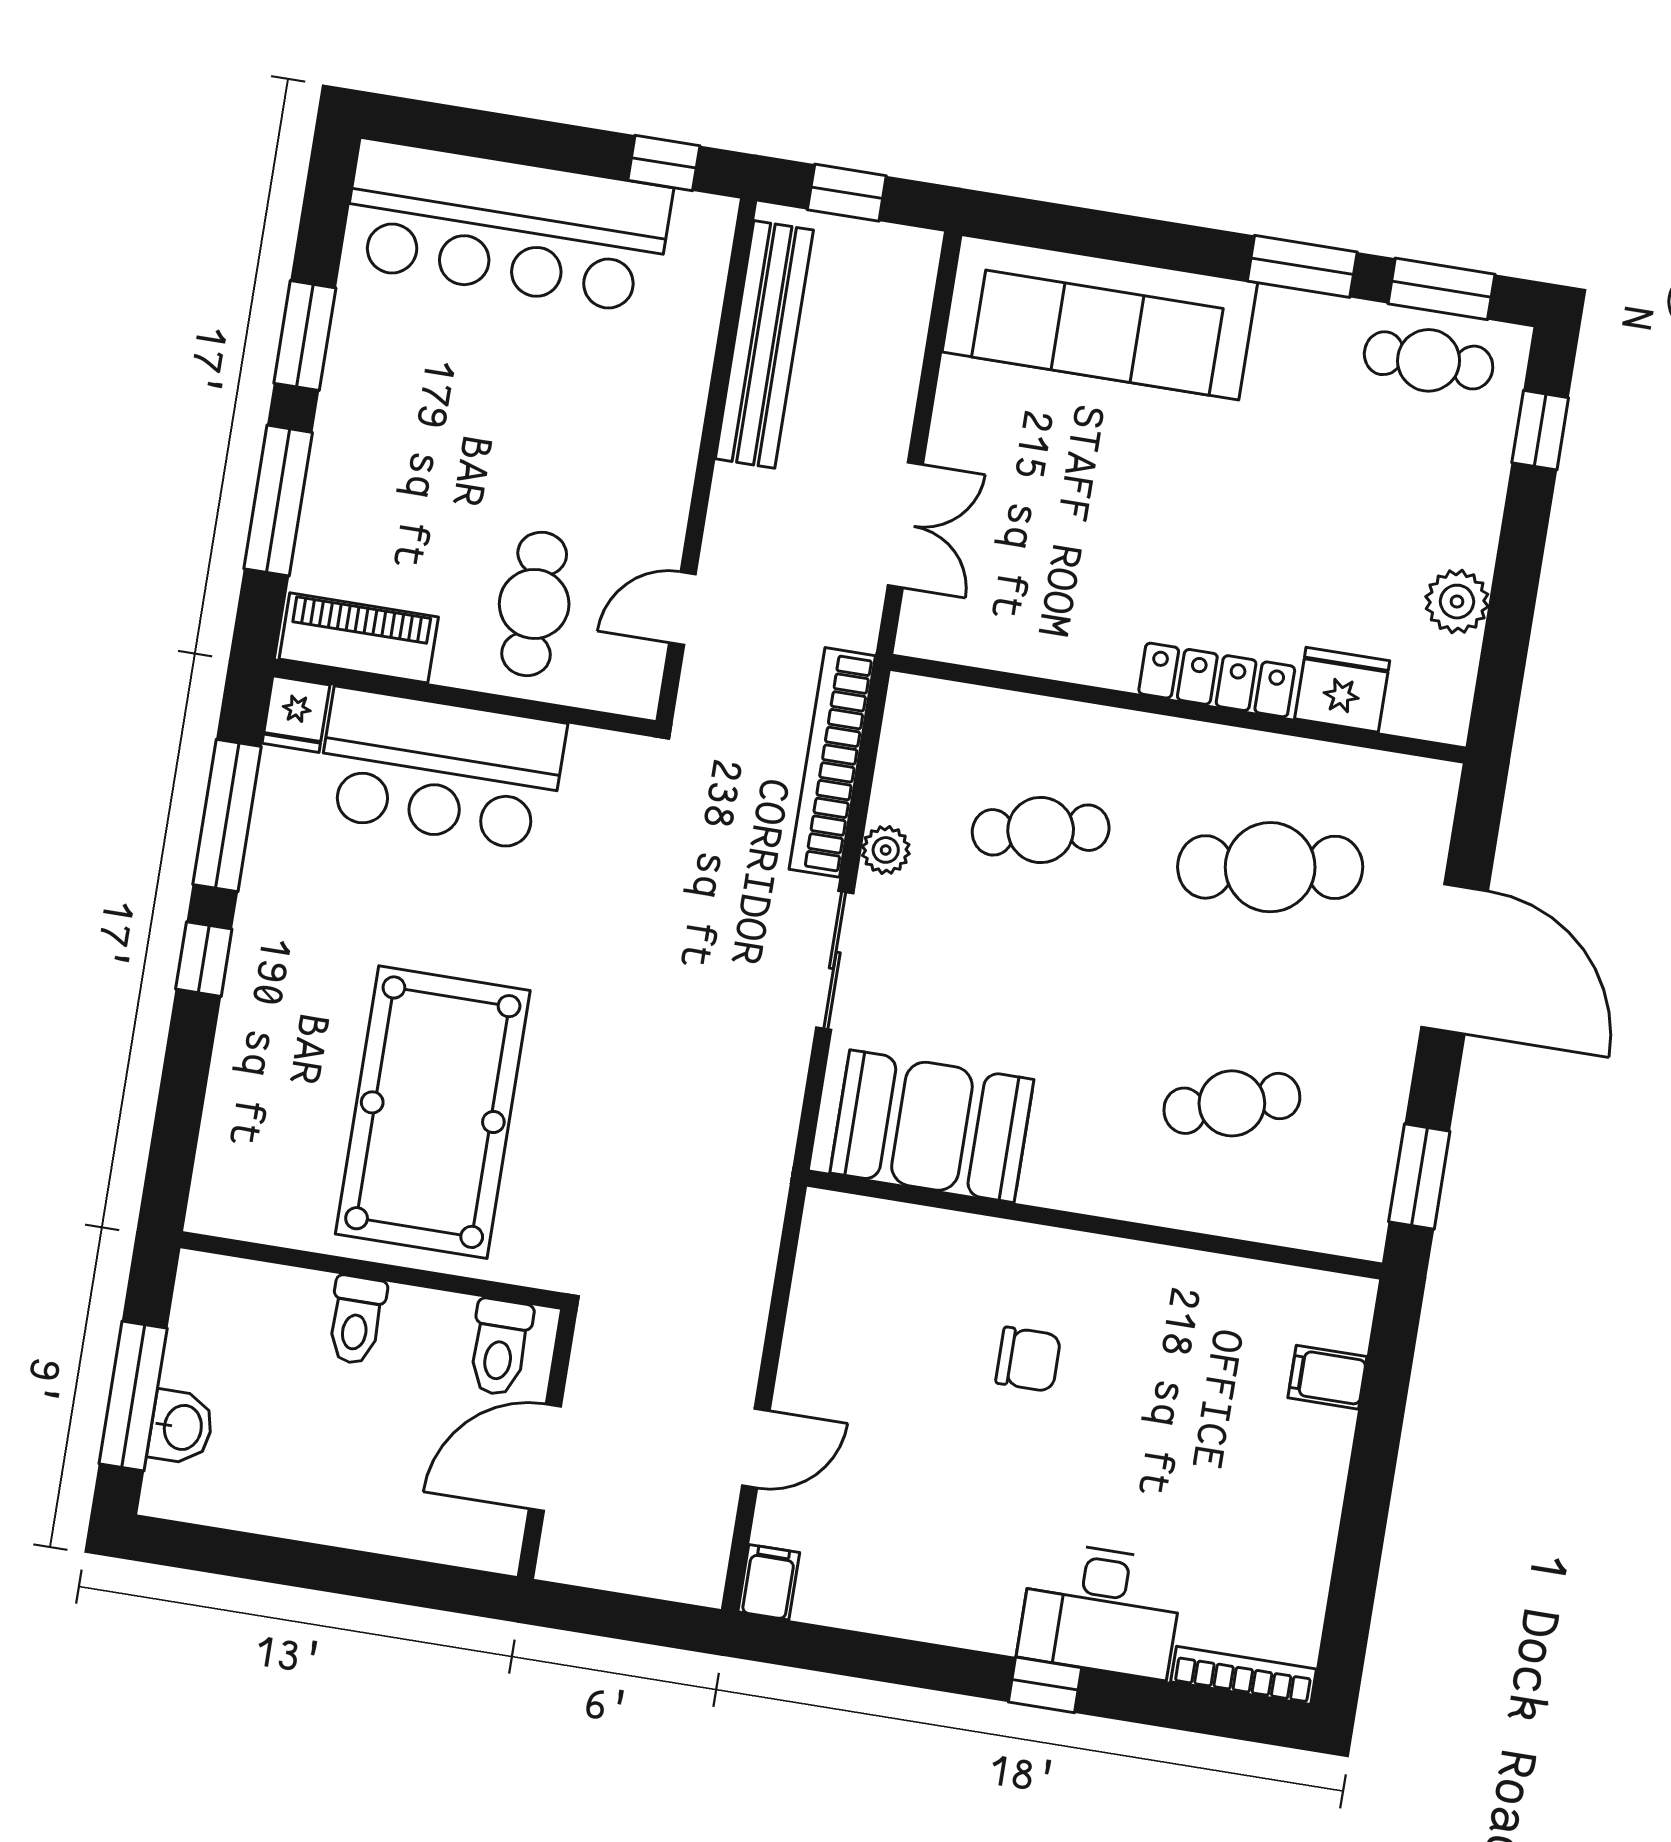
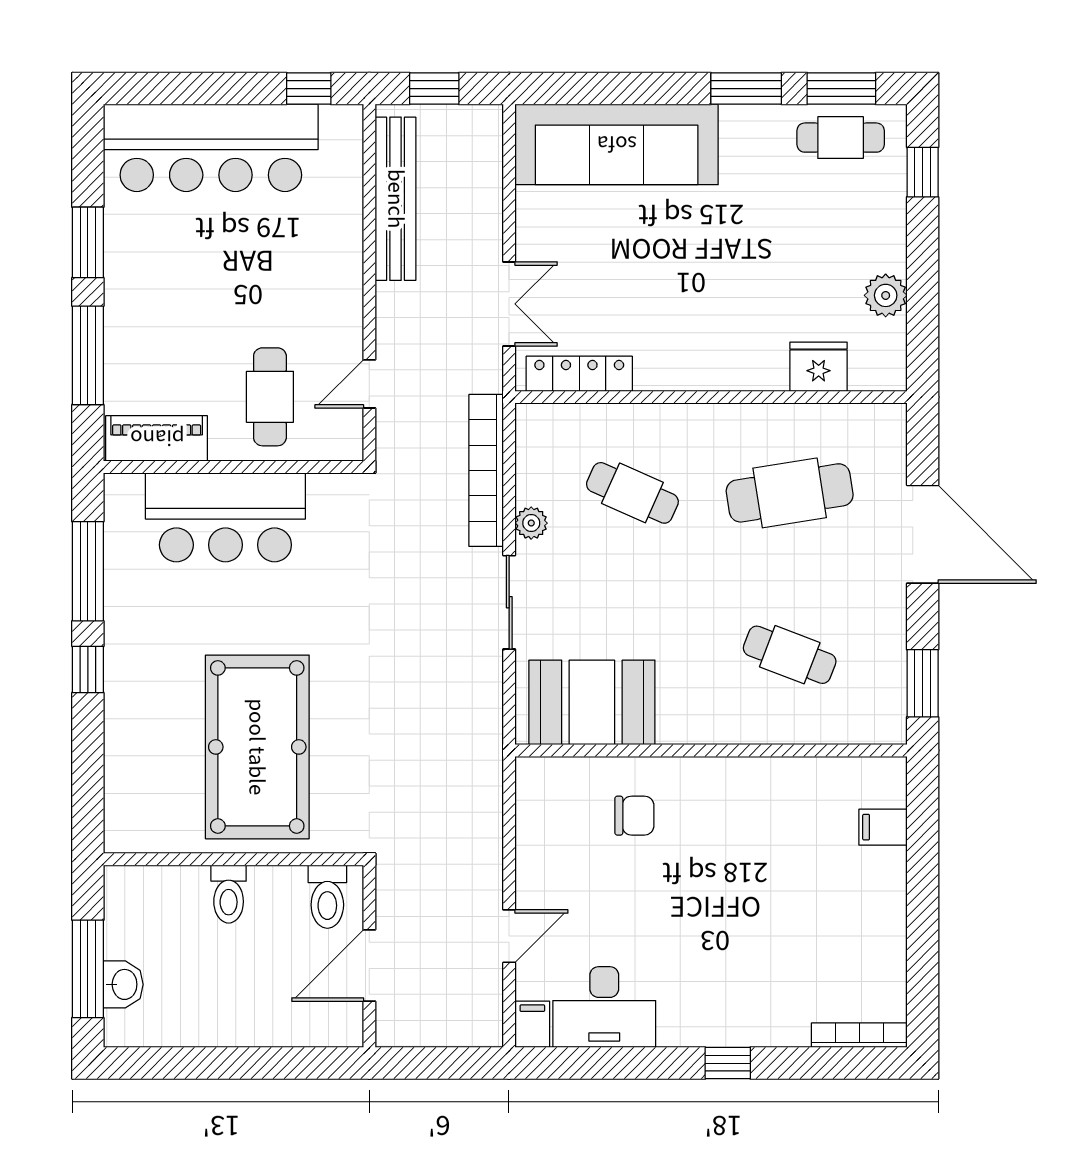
locker: (1217, 680) -> (579, 374), moved
fridge: (296, 714) -> (123, 496), removed
cafe table: (1041, 830) -> (632, 493), turned 36
cafe table: (1232, 1103) -> (790, 655), turned 39
chair: (1028, 1359) -> (634, 816), moved
desk: (1101, 1610) -> (604, 1007), moved

